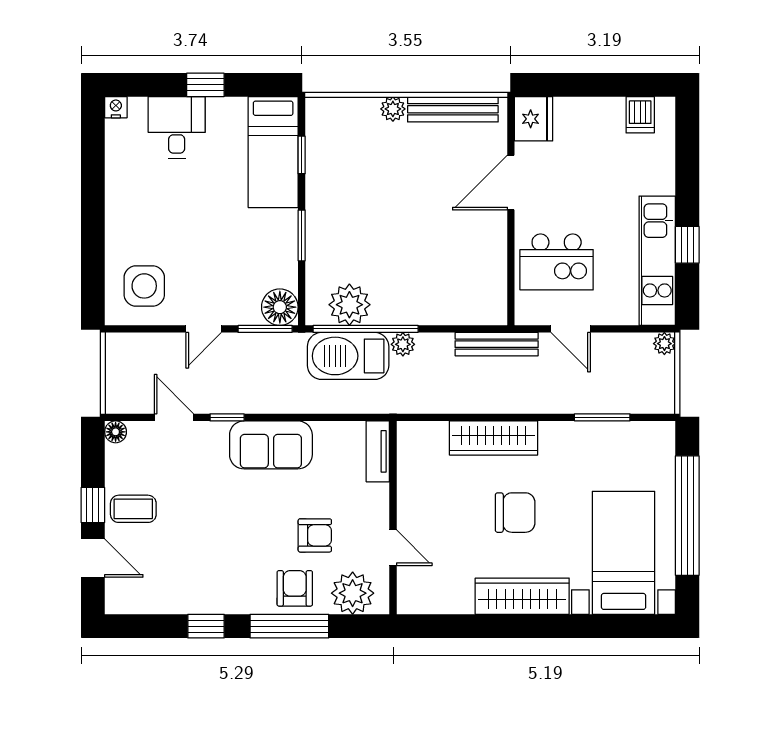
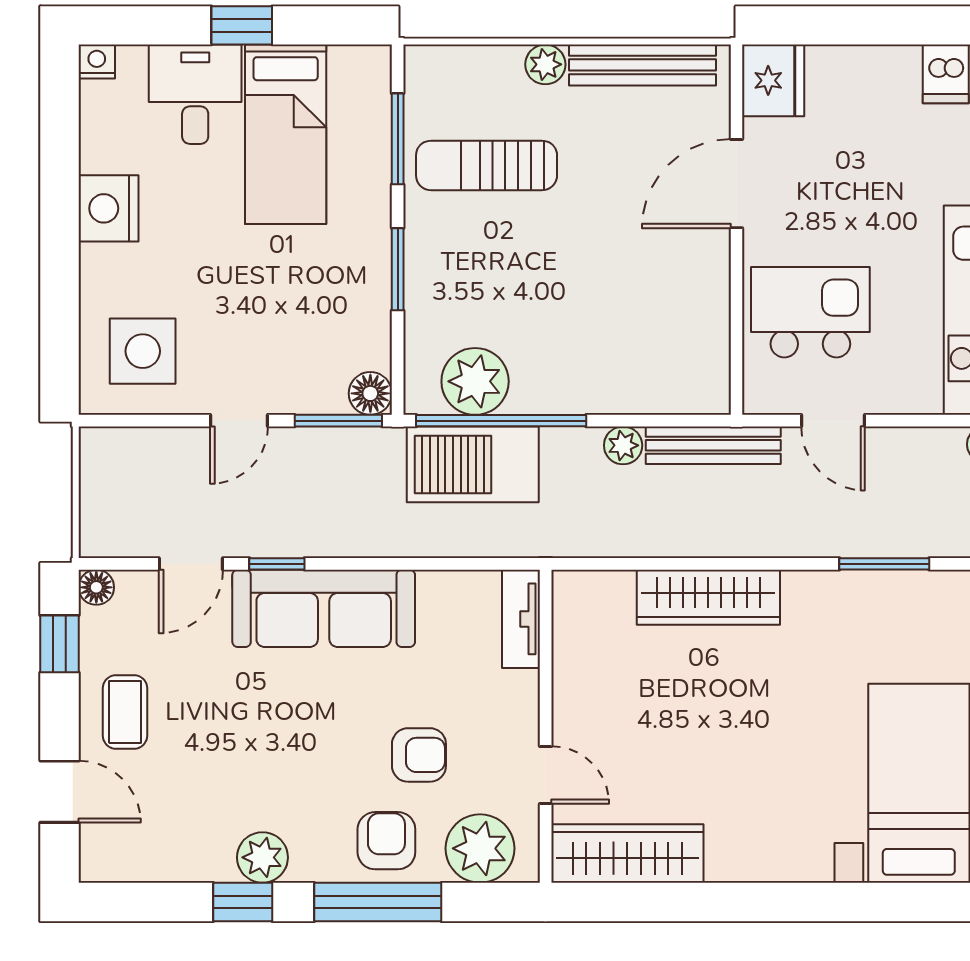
bed: (273, 152) -> (286, 134), moved
window: (302, 155) -> (398, 139), width x1.50
sun lounger: (357, 171) -> (487, 165), added
nightstand: (123, 198) -> (108, 208), added
kitchen island: (557, 262) -> (810, 312), turned 180
floor lamp: (280, 307) -> (370, 393), width x0.73, depth x0.73
plant: (403, 344) -> (623, 445), moved
door: (174, 417) -> (191, 564), swing flipped
sofa: (271, 445) -> (324, 608), width x1.36
window: (93, 505) -> (60, 644), moved
coffee table: (133, 509) -> (125, 712), turned 90
chair: (515, 513) -> (743, 718), removed
wardrobe: (522, 596) -> (627, 853), moved
plant: (218, 599) -> (262, 857), added

